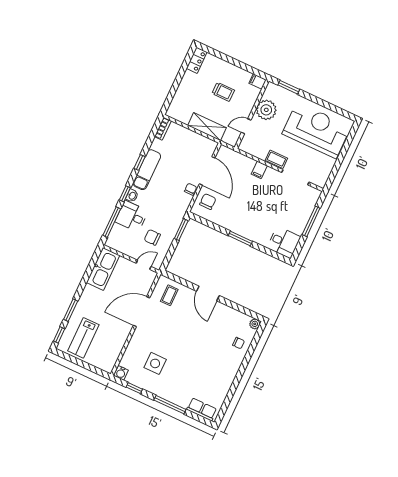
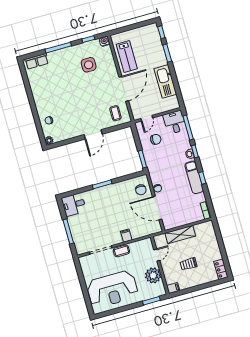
desk: (132, 216) -> (175, 122), moved, turned -90
kitchen sink: (103, 269) -> (165, 81), moved
door: (208, 293) -> (93, 134), swing flipped
lab bench: (83, 338) -> (127, 57), moved, turned 180

